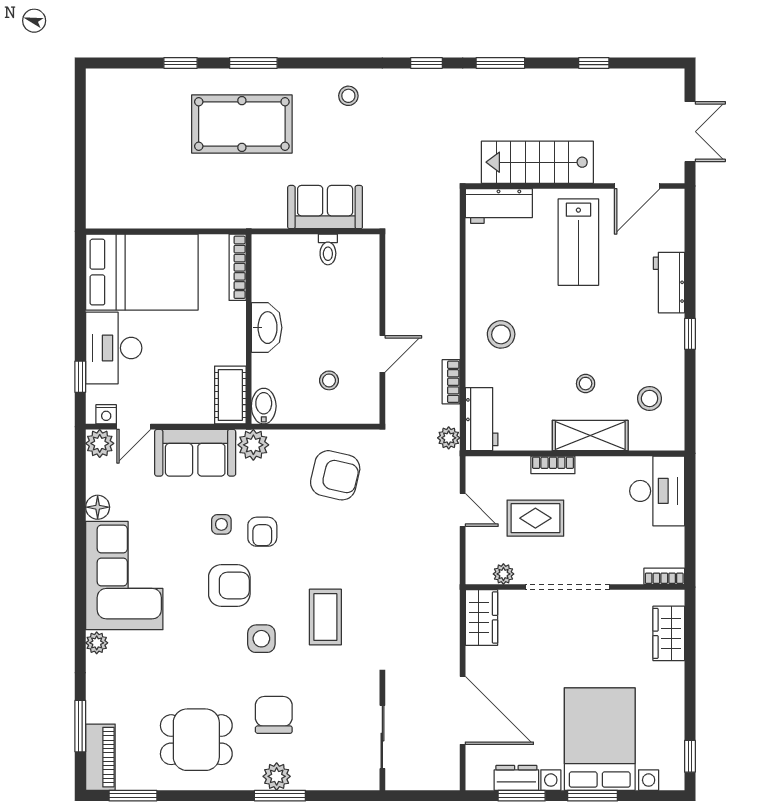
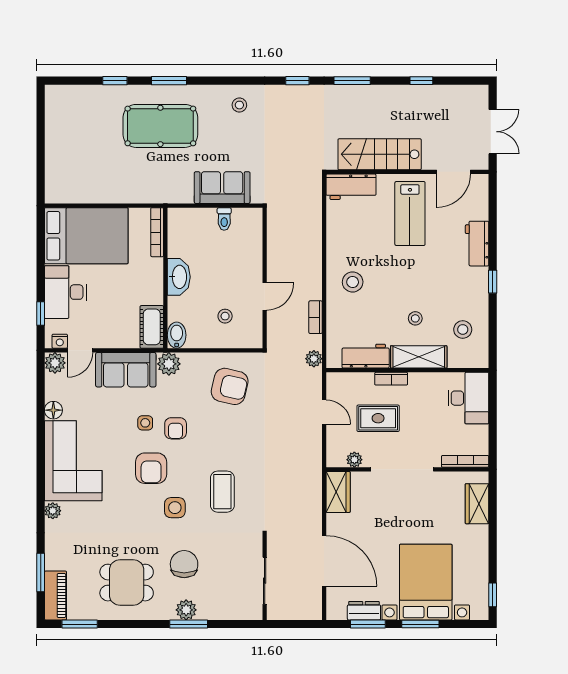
workbench: (482, 419) -> (366, 356), moved, turned -90
bookcase: (664, 576) -> (465, 461), width x1.56
armchair: (229, 586) -> (151, 468), turned 90

